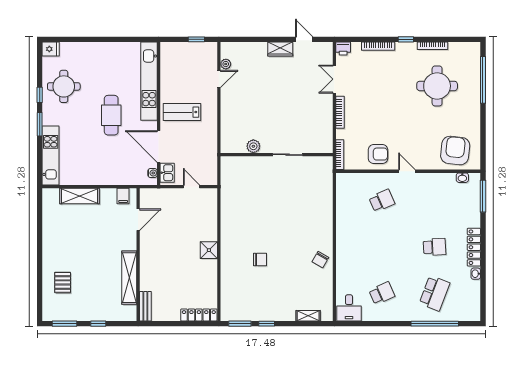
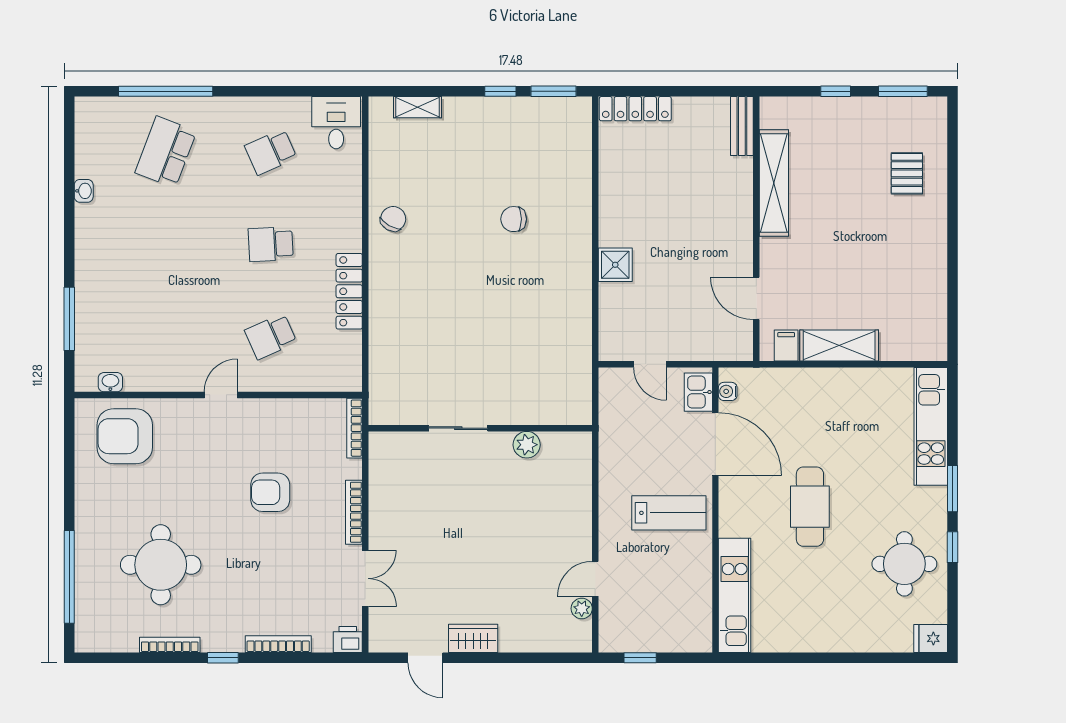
kitchen unit: (149, 81) -> (735, 595), width x0.73
armchair: (455, 151) -> (125, 436), turned 84
armchair: (378, 154) -> (270, 492), moved
door: (407, 171) -> (221, 395), swing flipped
shelving: (80, 196) -> (839, 346), moved
window: (483, 196) -> (69, 319), moved
door: (138, 220) -> (756, 298), hinge flipped
school desk: (435, 247) -> (271, 244), moved
locker: (474, 247) -> (349, 291), moved, turned 180
shower: (209, 250) -> (615, 265), moved

